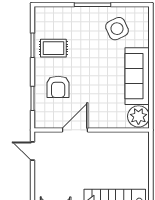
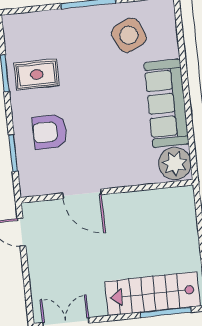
armchair: (58, 87) -> (50, 132), turned 90
door: (75, 130) -> (82, 194), swing flipped

